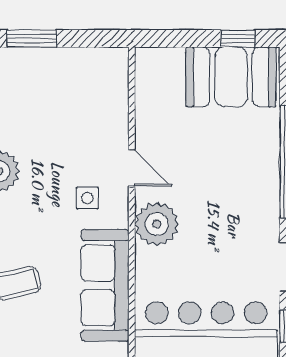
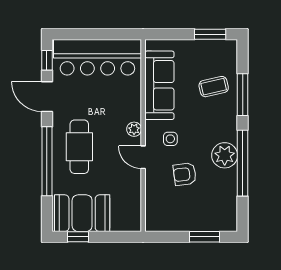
armchair: (64, 140) -> (185, 174), added
cafe table: (236, 185) -> (79, 147), added
plant: (157, 224) -> (134, 129), width x0.53, depth x0.53

